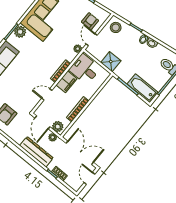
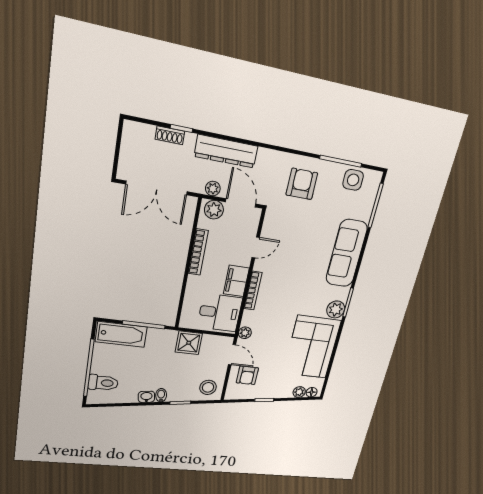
door: (89, 178) -> (117, 155), removed

